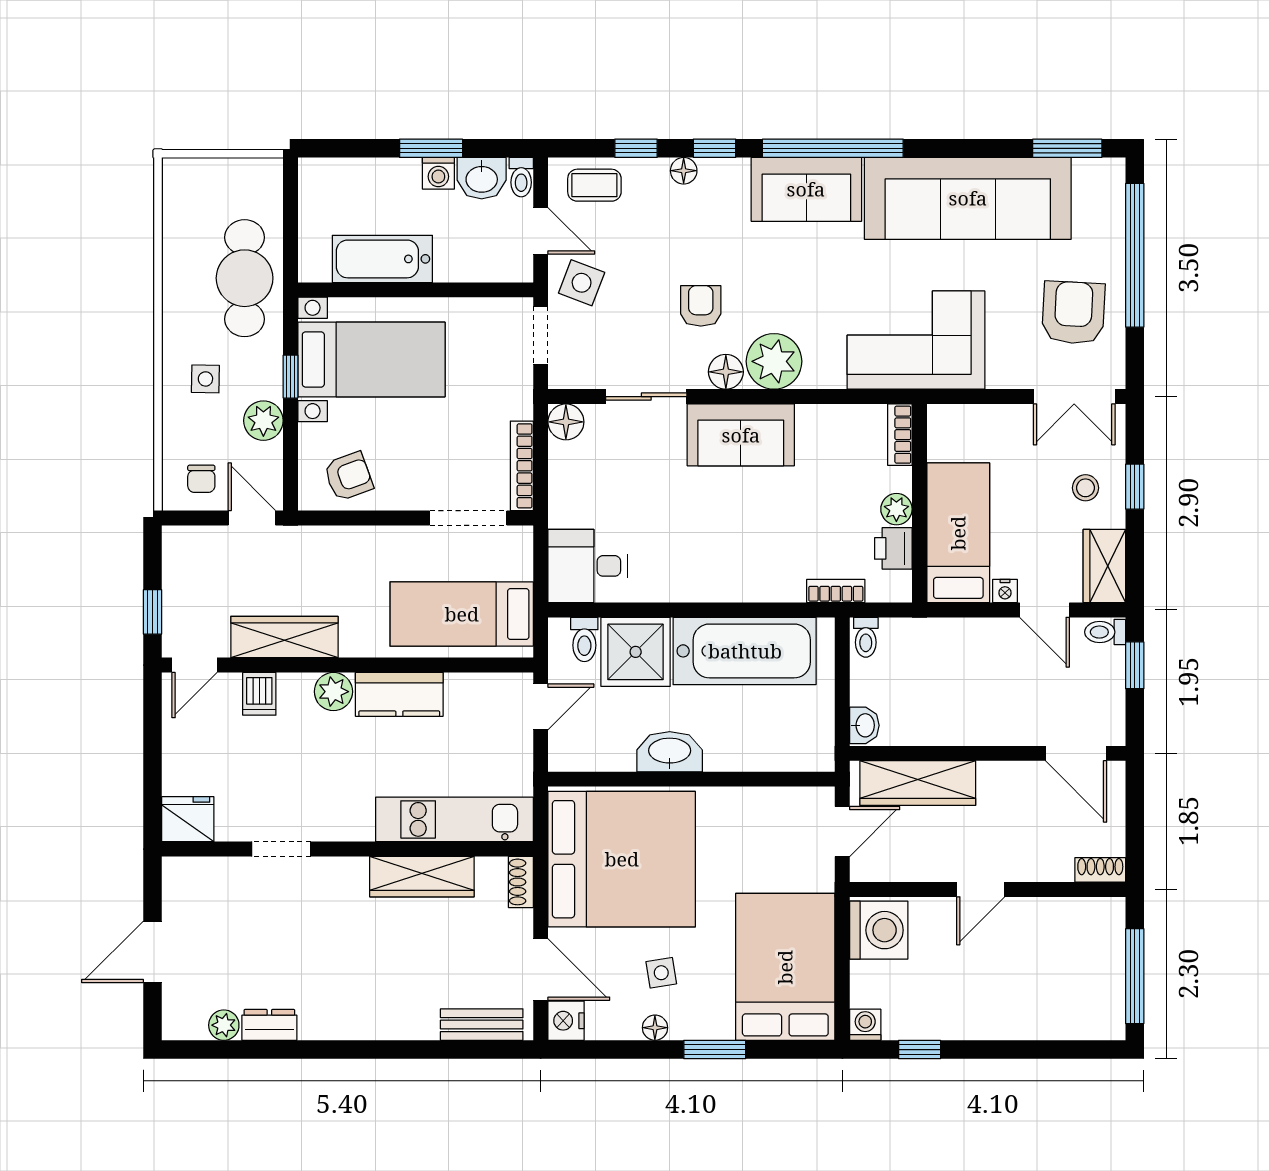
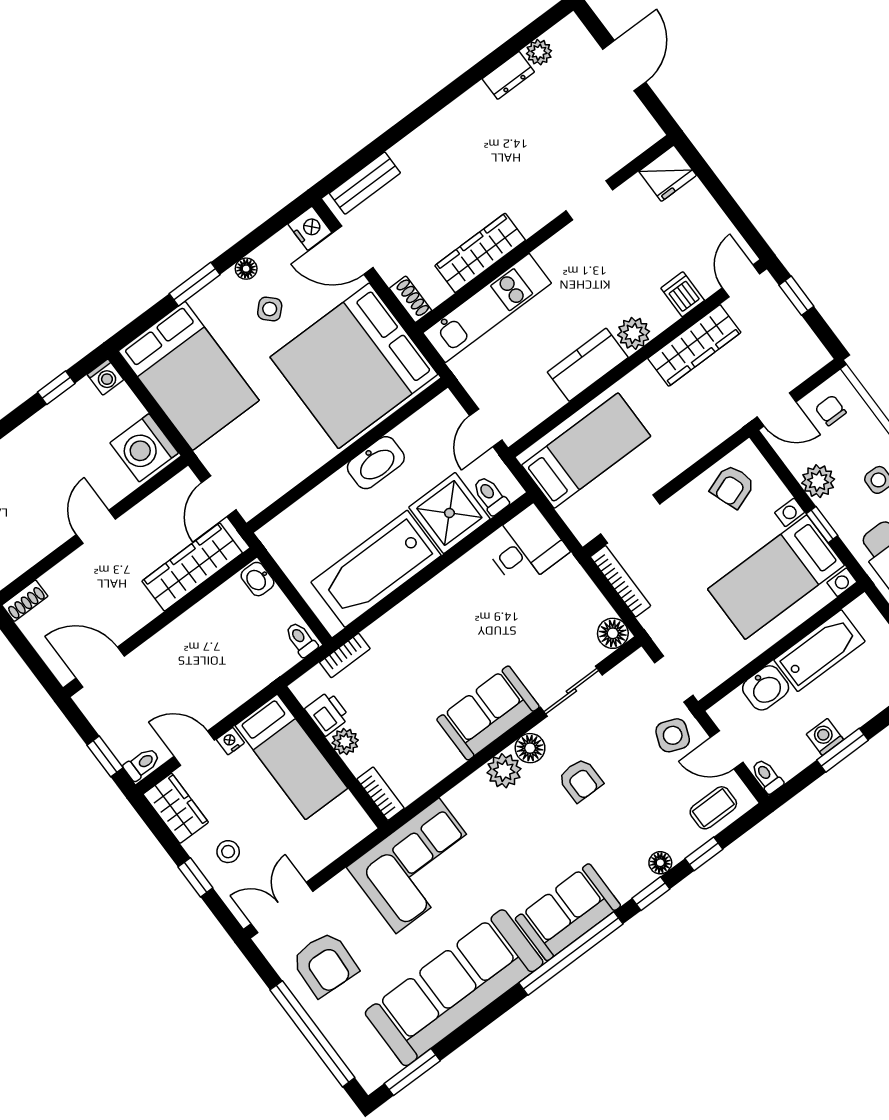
washbasin: (482, 178) -> (766, 688), moved, turned 180
plant: (774, 361) -> (504, 771), width x0.73, depth x0.73
side table: (661, 973) -> (270, 309), turned -36

